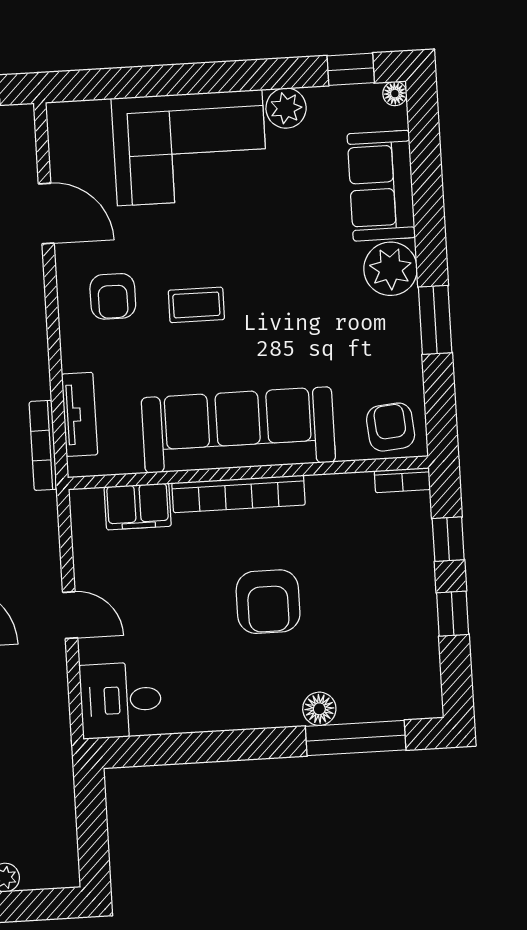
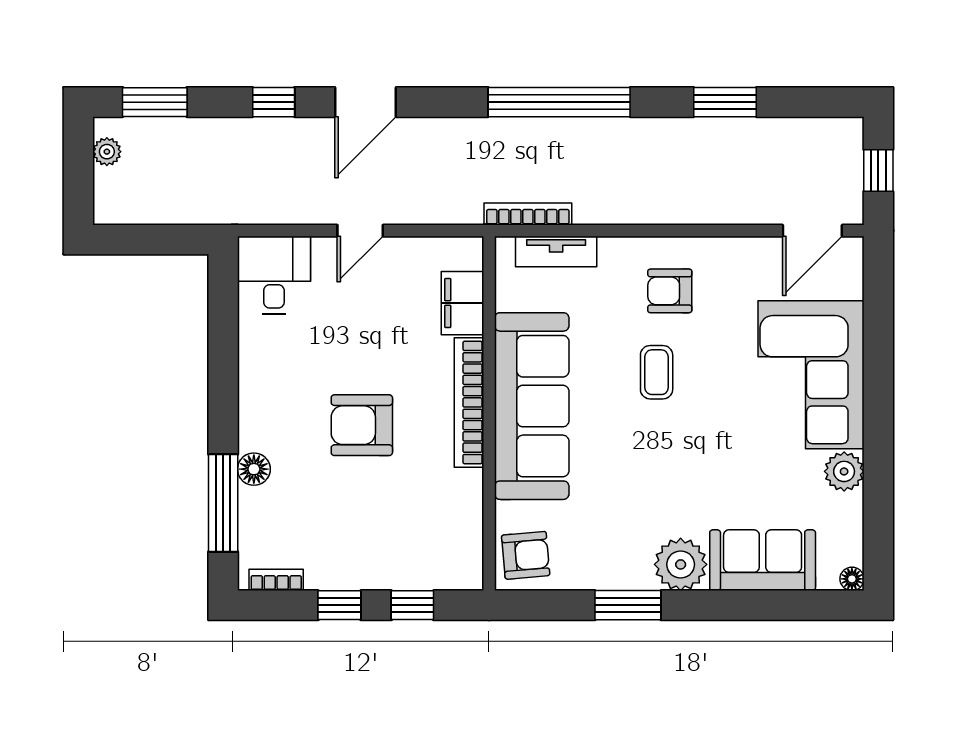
window: (351, 69) -> (878, 537), removed
door: (46, 214) -> (812, 231), moved
bookcase: (402, 480) -> (276, 580), moved, turned 90

